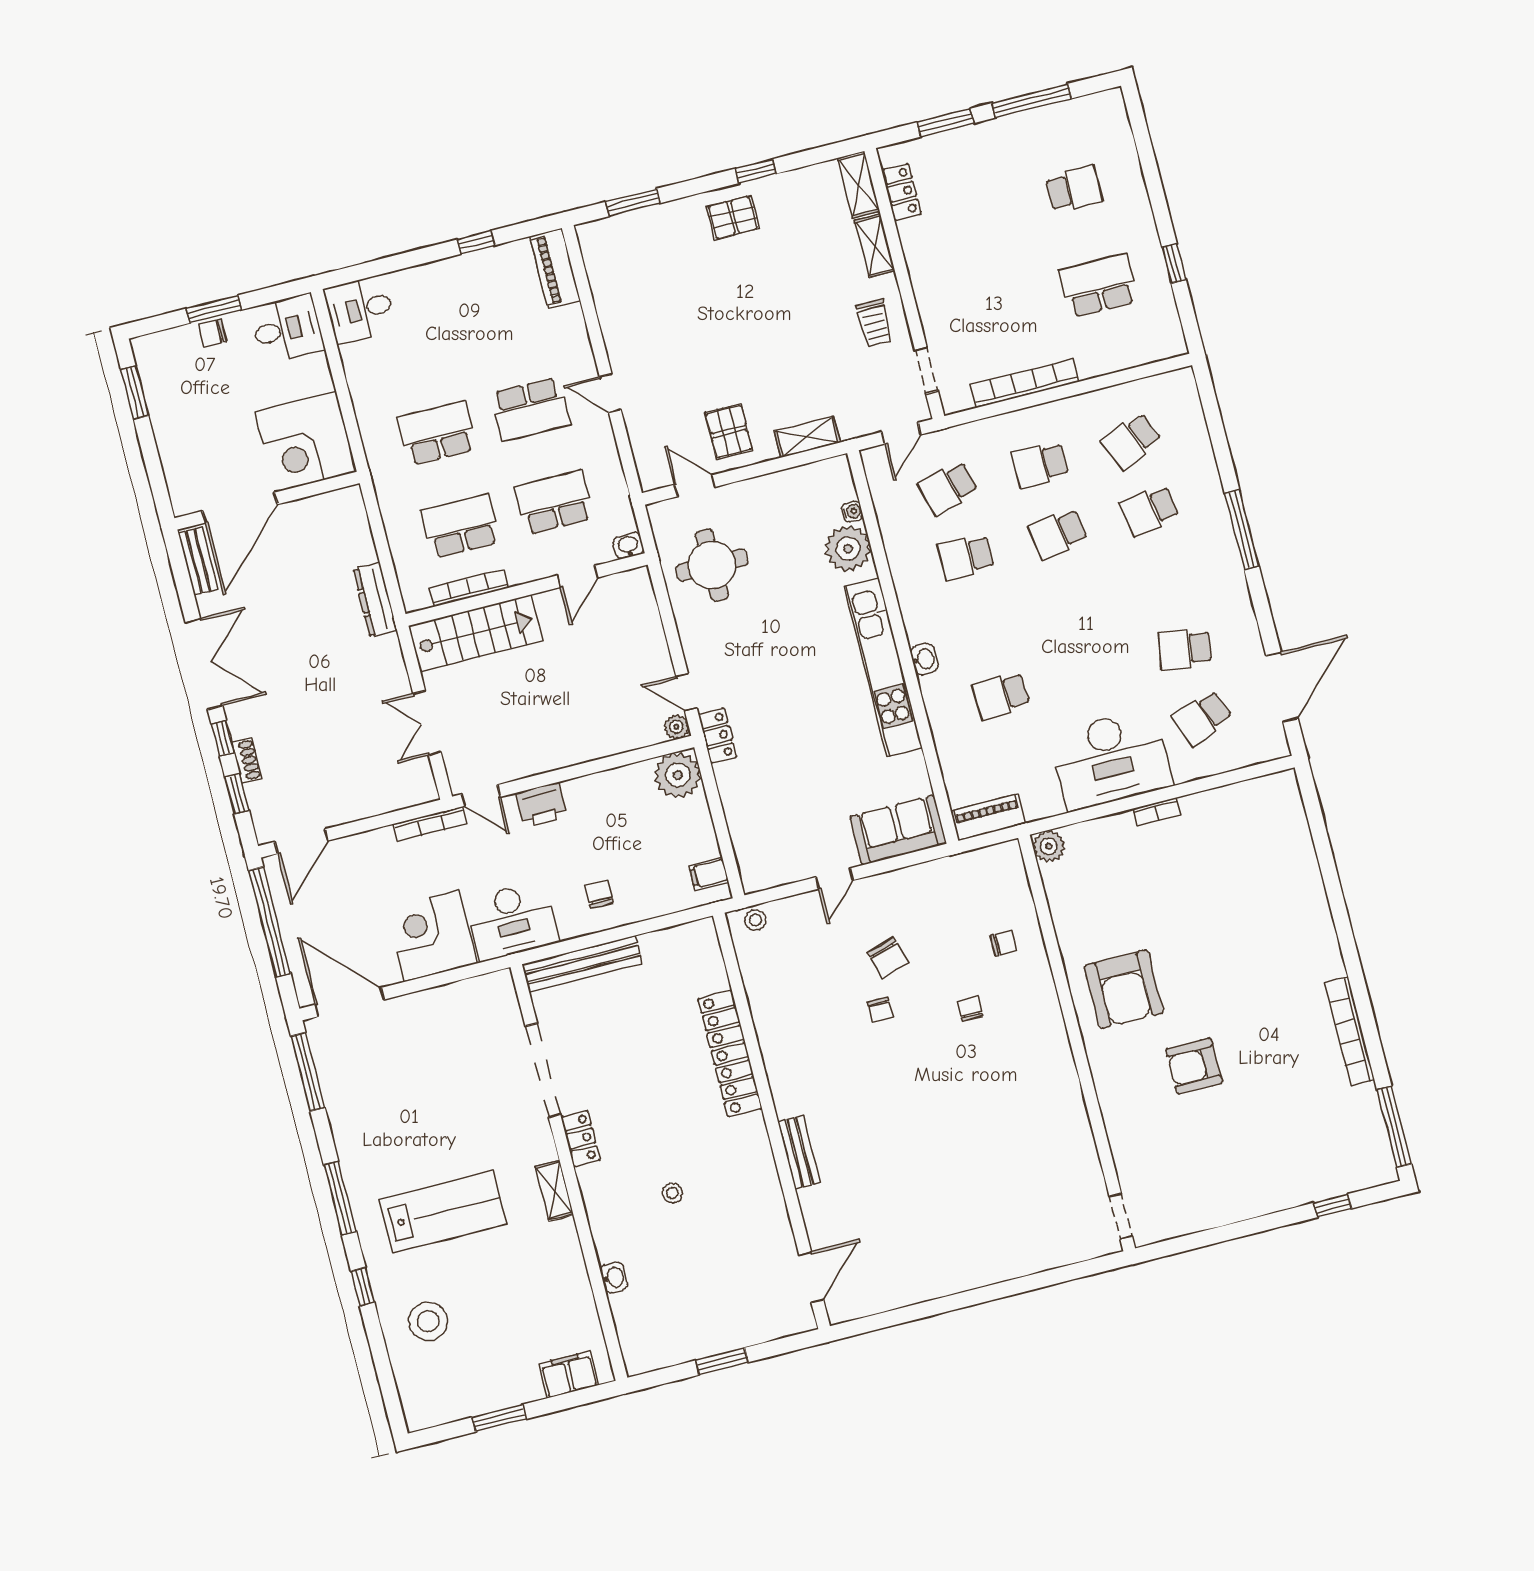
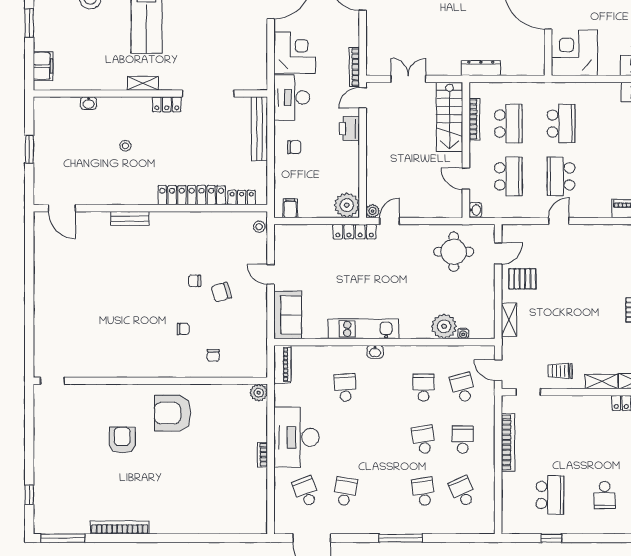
kitchen unit: (883, 667) -> (363, 329), width x0.73
locker: (718, 736) -> (355, 232), width x1.53
locker: (712, 964) -> (242, 198), added

